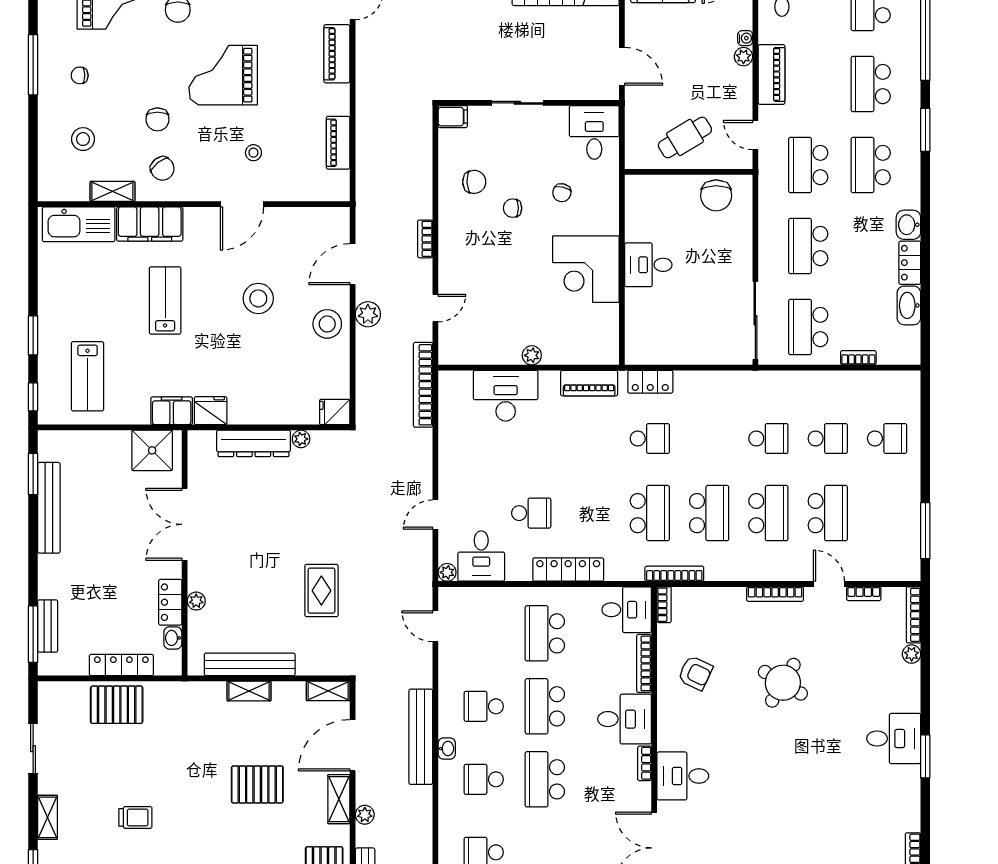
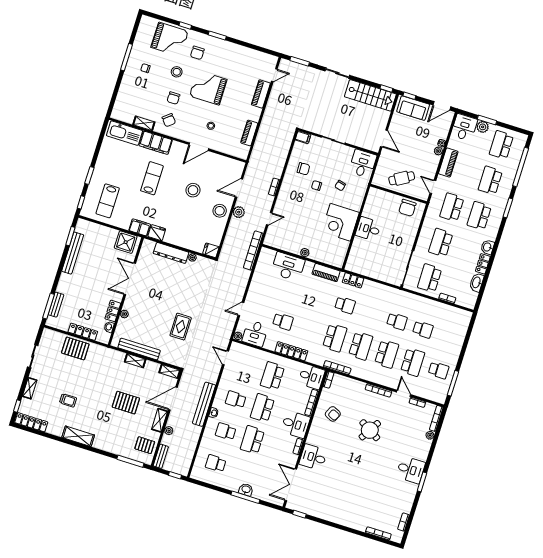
stool: (83, 139) -> (177, 72), moved
school desk: (887, 438) -> (439, 370), moved

